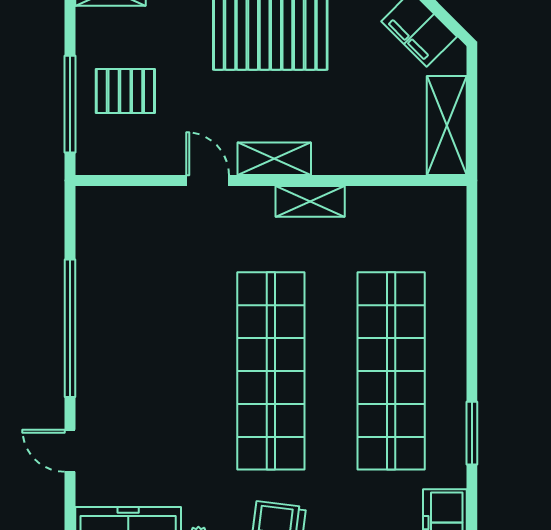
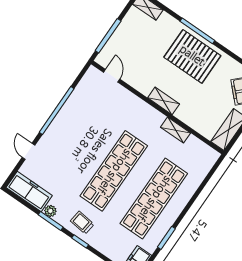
pallet: (125, 91) -> (130, 44), removed
door: (208, 181) -> (112, 76), moved
shelving: (310, 201) -> (175, 130), moved

